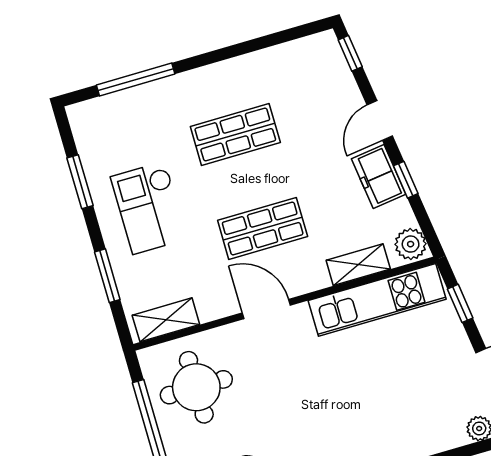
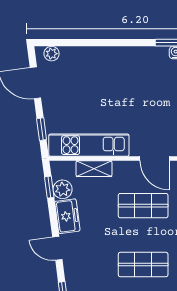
door: (380, 121) -> (57, 248), swing flipped
window: (406, 180) -> (49, 187), moved
plant: (411, 244) -> (63, 189), moved

